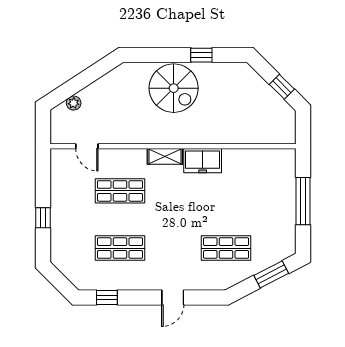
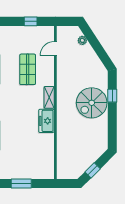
window: (201, 55) -> (112, 96), moved
window: (303, 201) -> (21, 184), width x0.69
window: (43, 218) -> (31, 21), moved

